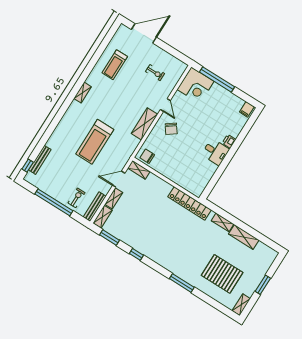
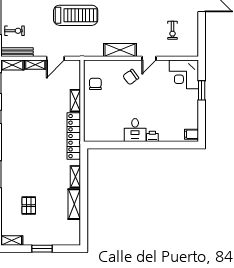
window: (217, 79) -> (202, 90), width x0.47
treadmill: (95, 142) -> (76, 15), turned 180
chair: (147, 156) -> (95, 84), moved
shelving: (139, 170) -> (75, 101), moved
door: (119, 179) -> (55, 58), swing flipped
pallet: (222, 274) -> (29, 206), width x0.49, depth x0.50

